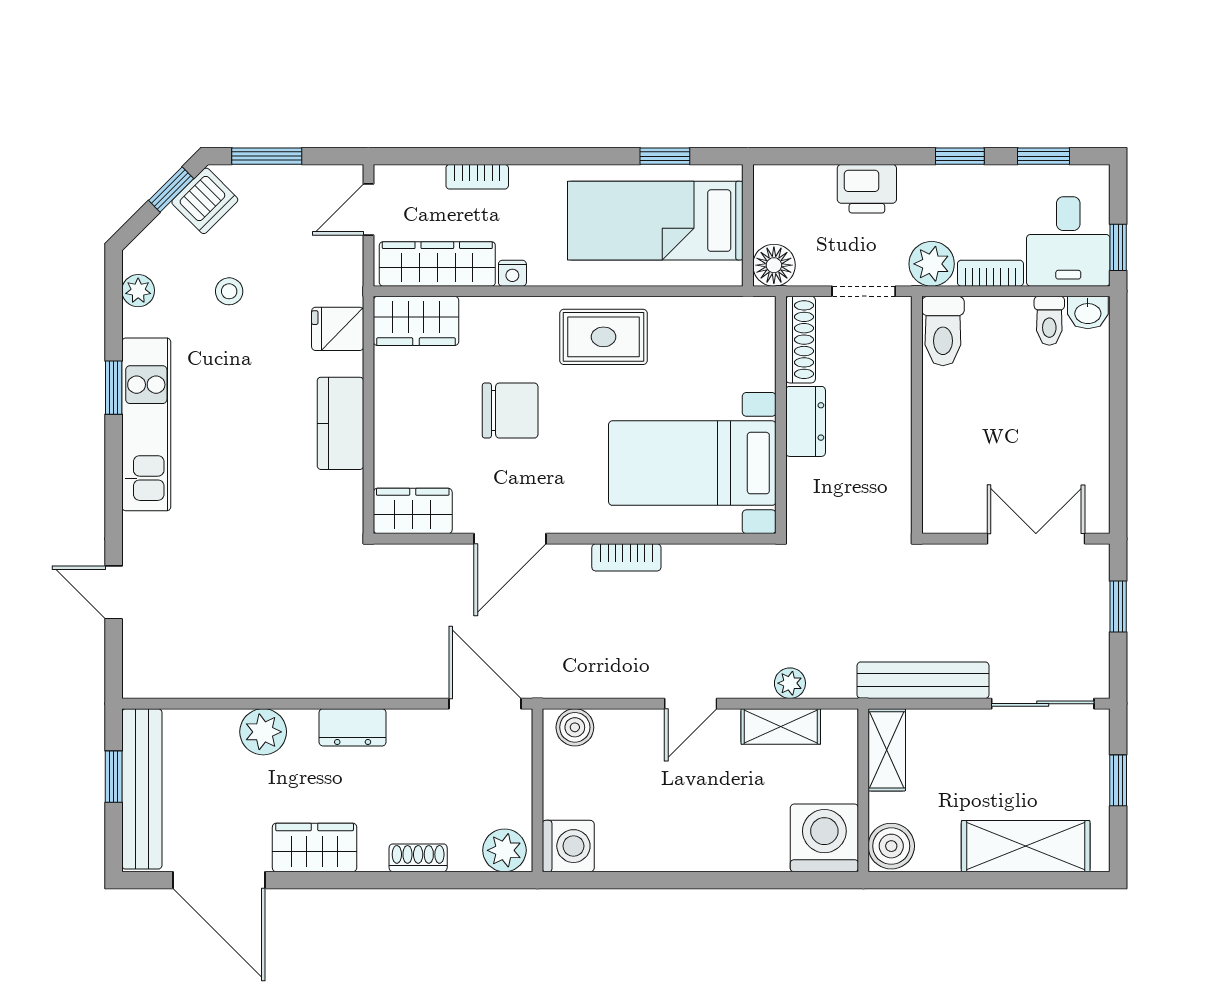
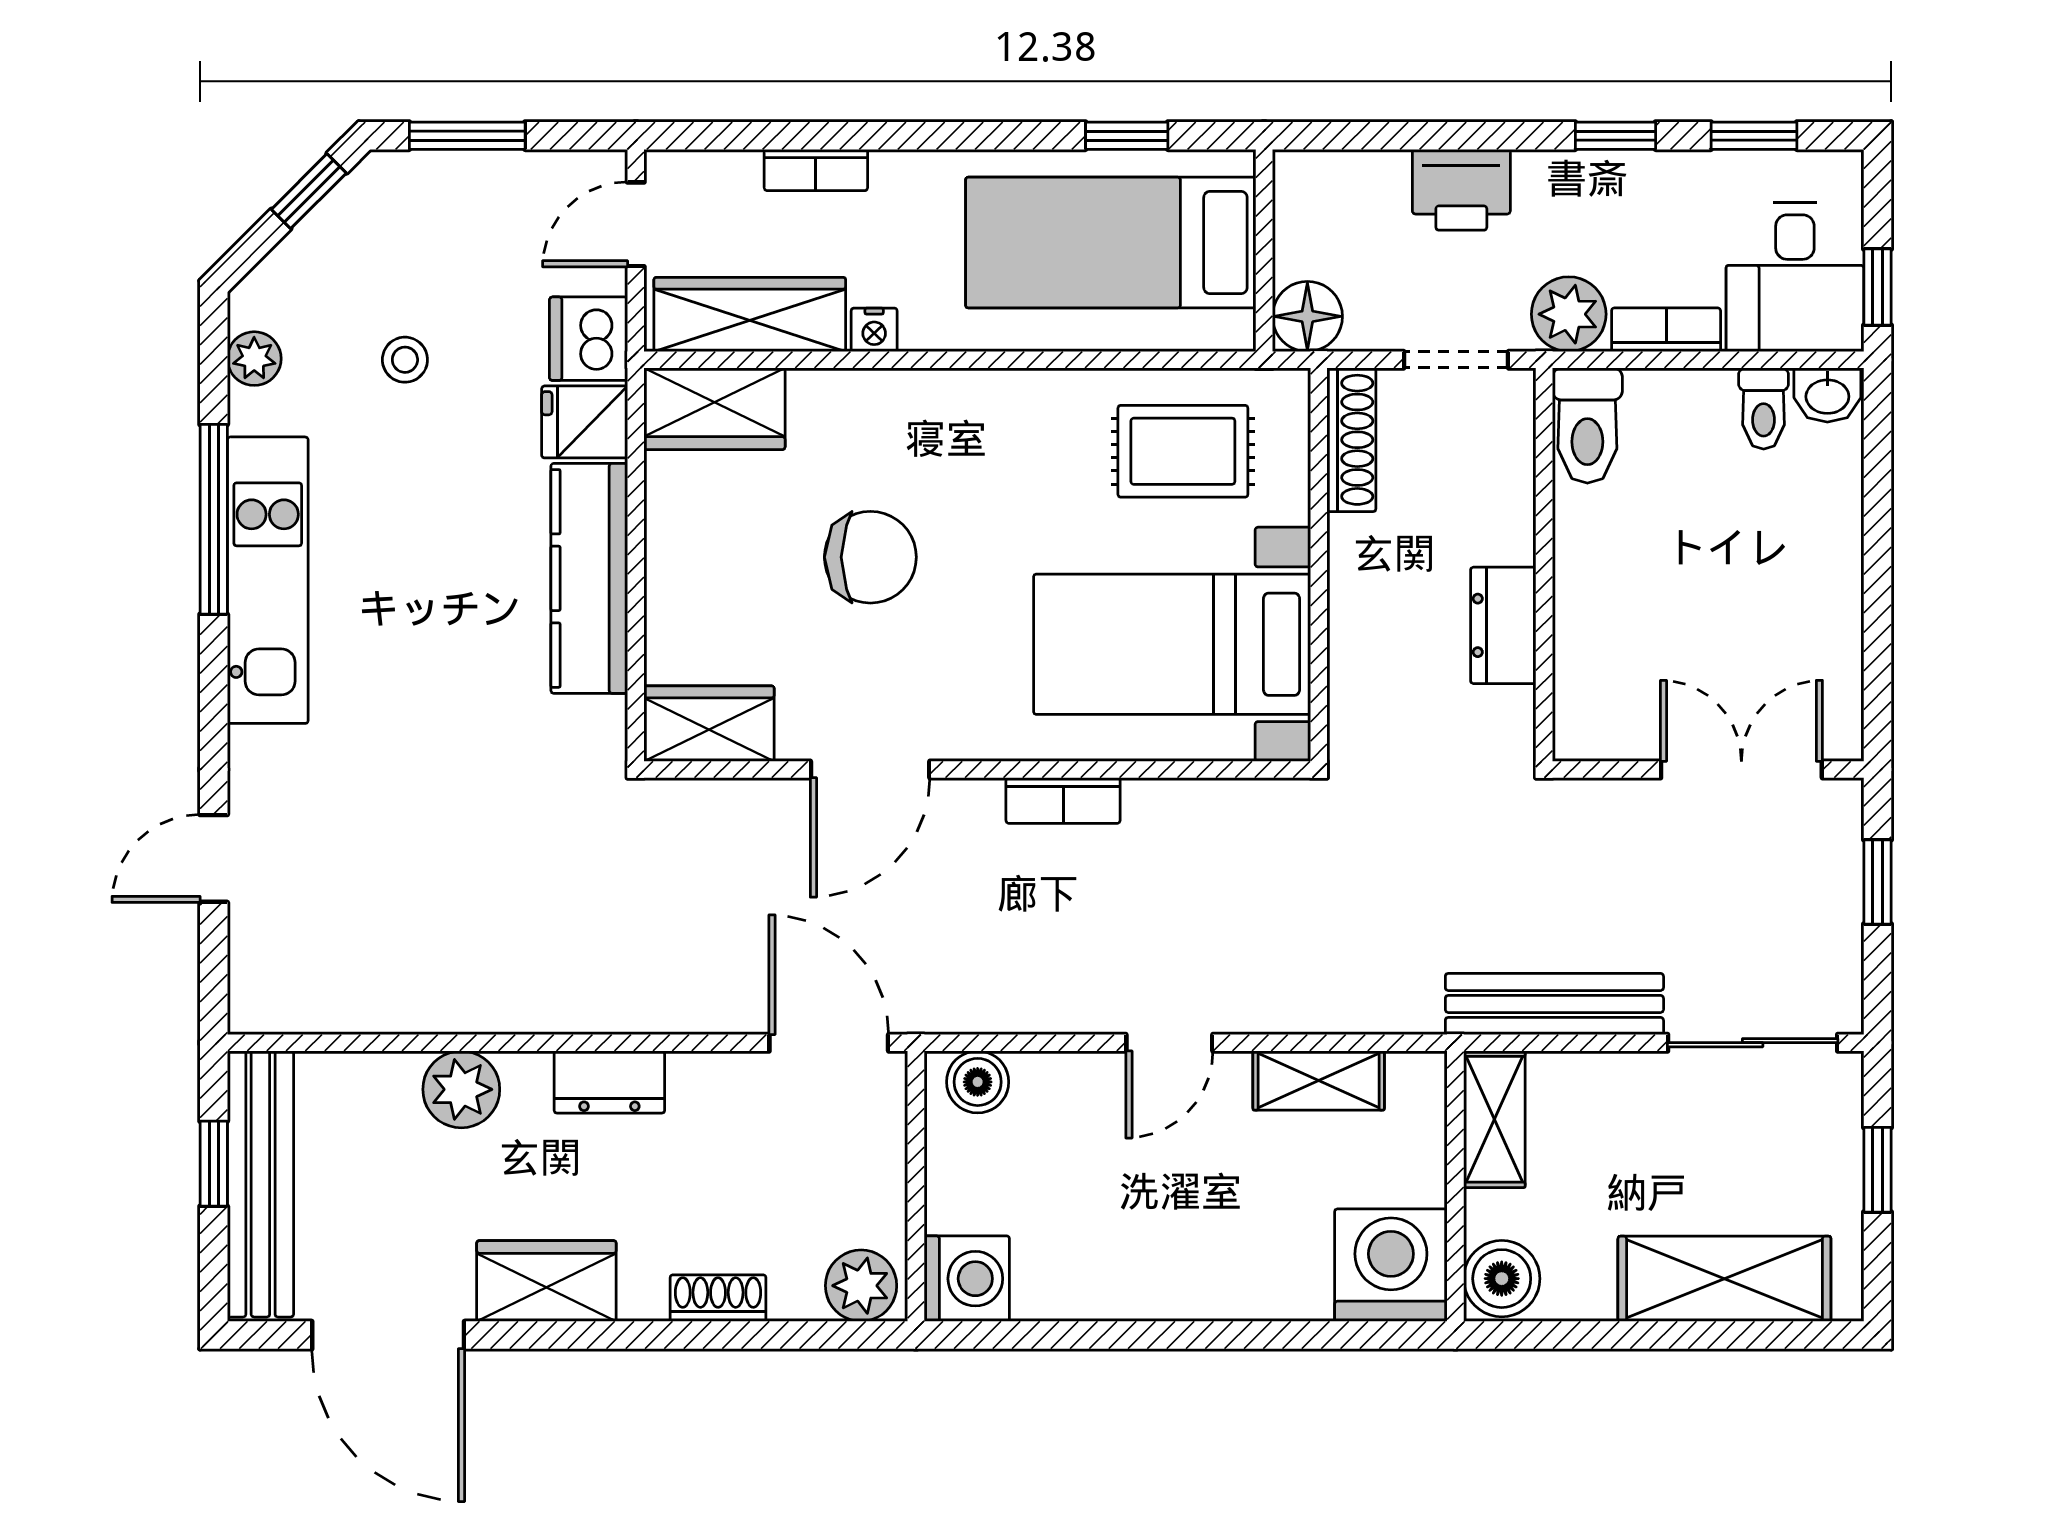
dishwasher: (205, 201) -> (589, 339), moved, turned 135
rug: (603, 337) -> (1183, 451), moved
window: (114, 388) -> (214, 519), width x2.17
dresser: (806, 421) -> (1503, 625), moved, turned 180
kitchen counter: (340, 423) -> (589, 578), width x1.50
door: (114, 592) -> (214, 858), hinge flipped
plant: (790, 683) -> (1334, 1009), removed

